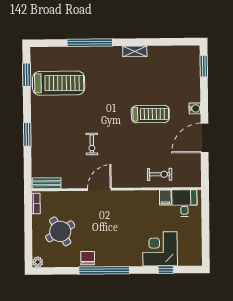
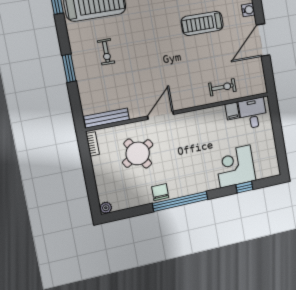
treadmill: (150, 114) -> (202, 23), turned 180
exercise bike: (92, 144) -> (106, 52), moved
bench: (47, 183) -> (107, 118), width x1.36
round table: (60, 231) -> (138, 153), moved

